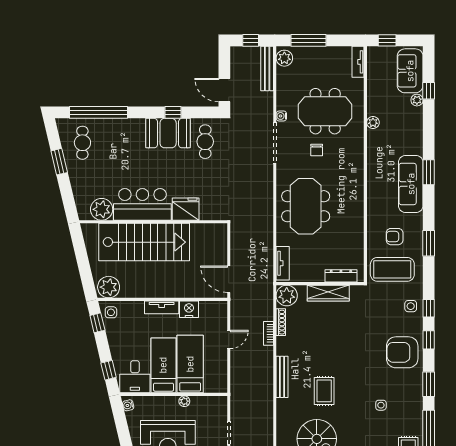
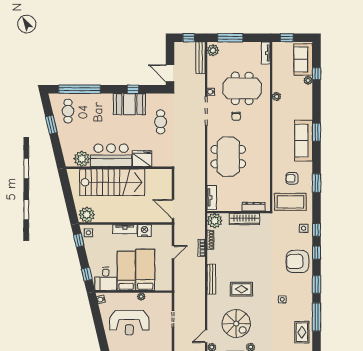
cafe table: (205, 142) -> (161, 122), moved
rug: (324, 391) -> (241, 289), turned 90

